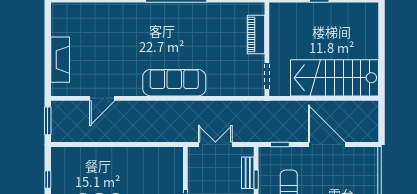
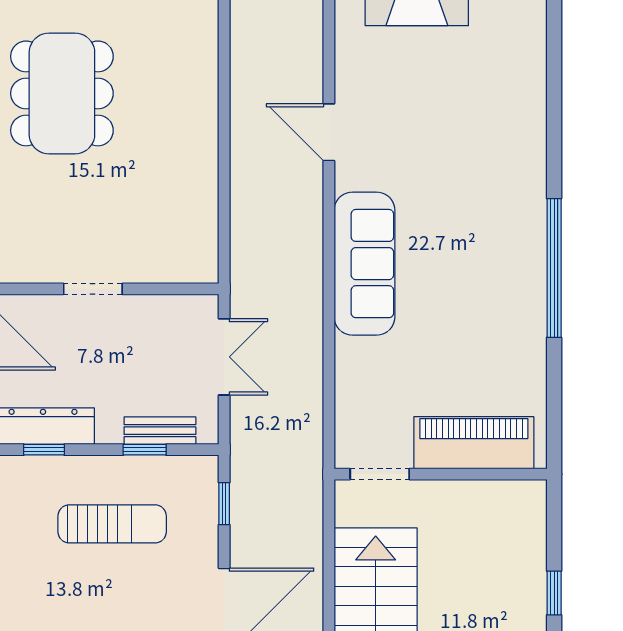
piano: (256, 35) -> (474, 443), width x1.37, depth x1.33
door: (102, 98) -> (329, 132), moved

